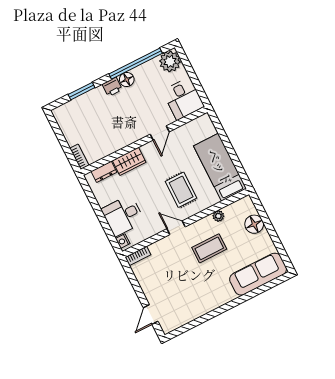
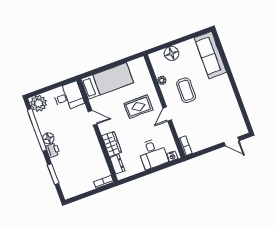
bed: (220, 167) -> (107, 81), moved, turned 180

